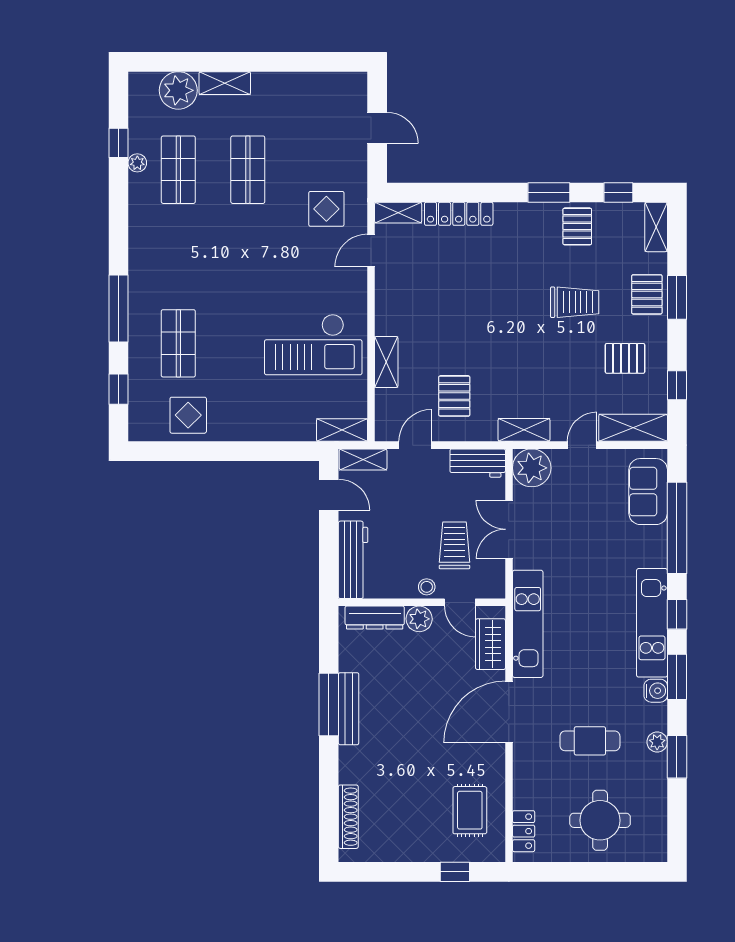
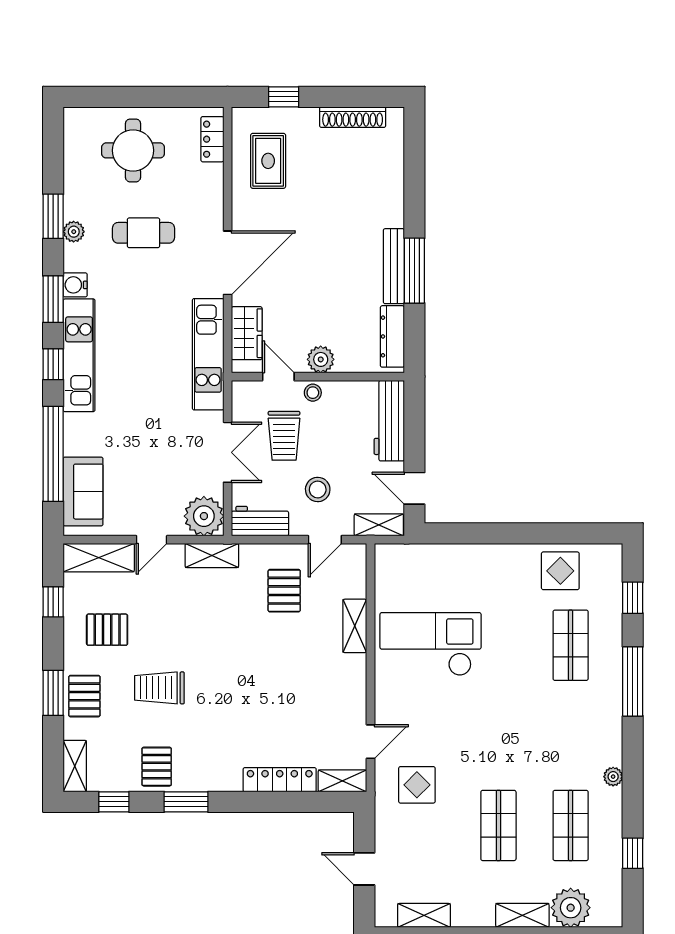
plant: (137, 163) -> (613, 777), moved
shelving: (342, 430) -> (424, 915), moved
stool: (422, 494) -> (318, 489), added
dresser: (375, 617) -> (392, 336), moved, turned -90
shoe rack: (348, 817) -> (353, 117), moved, turned -90

